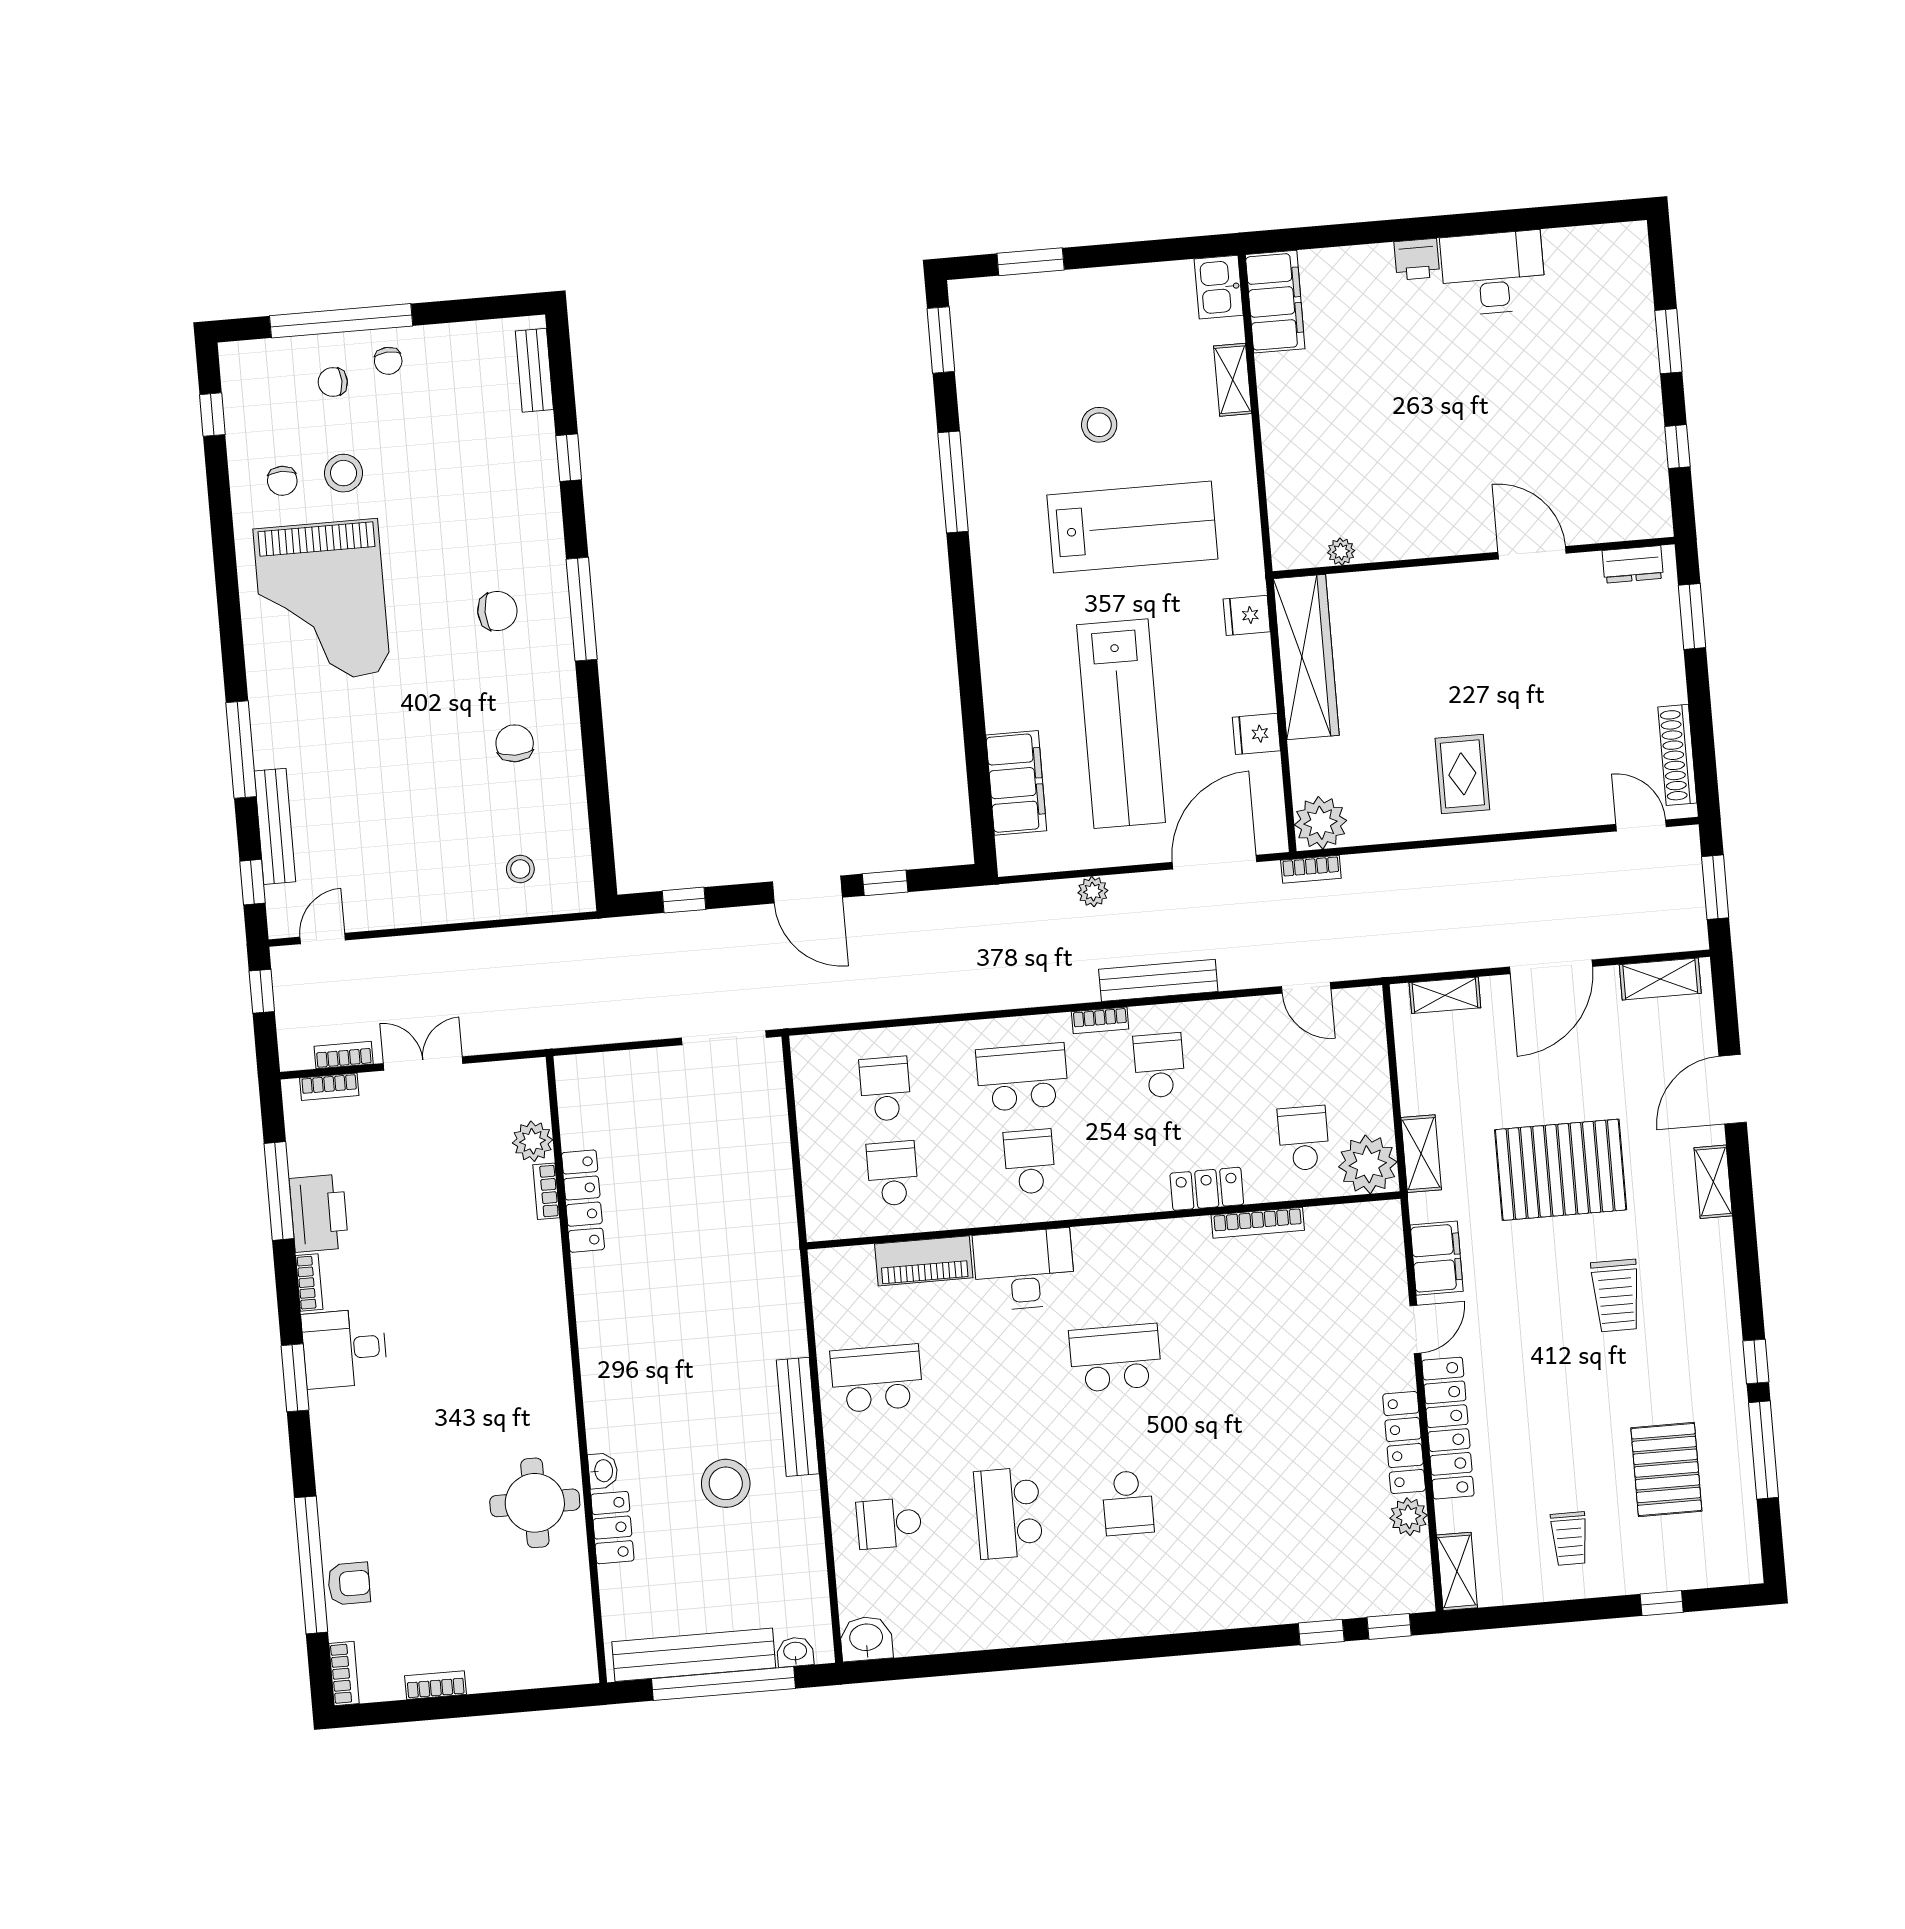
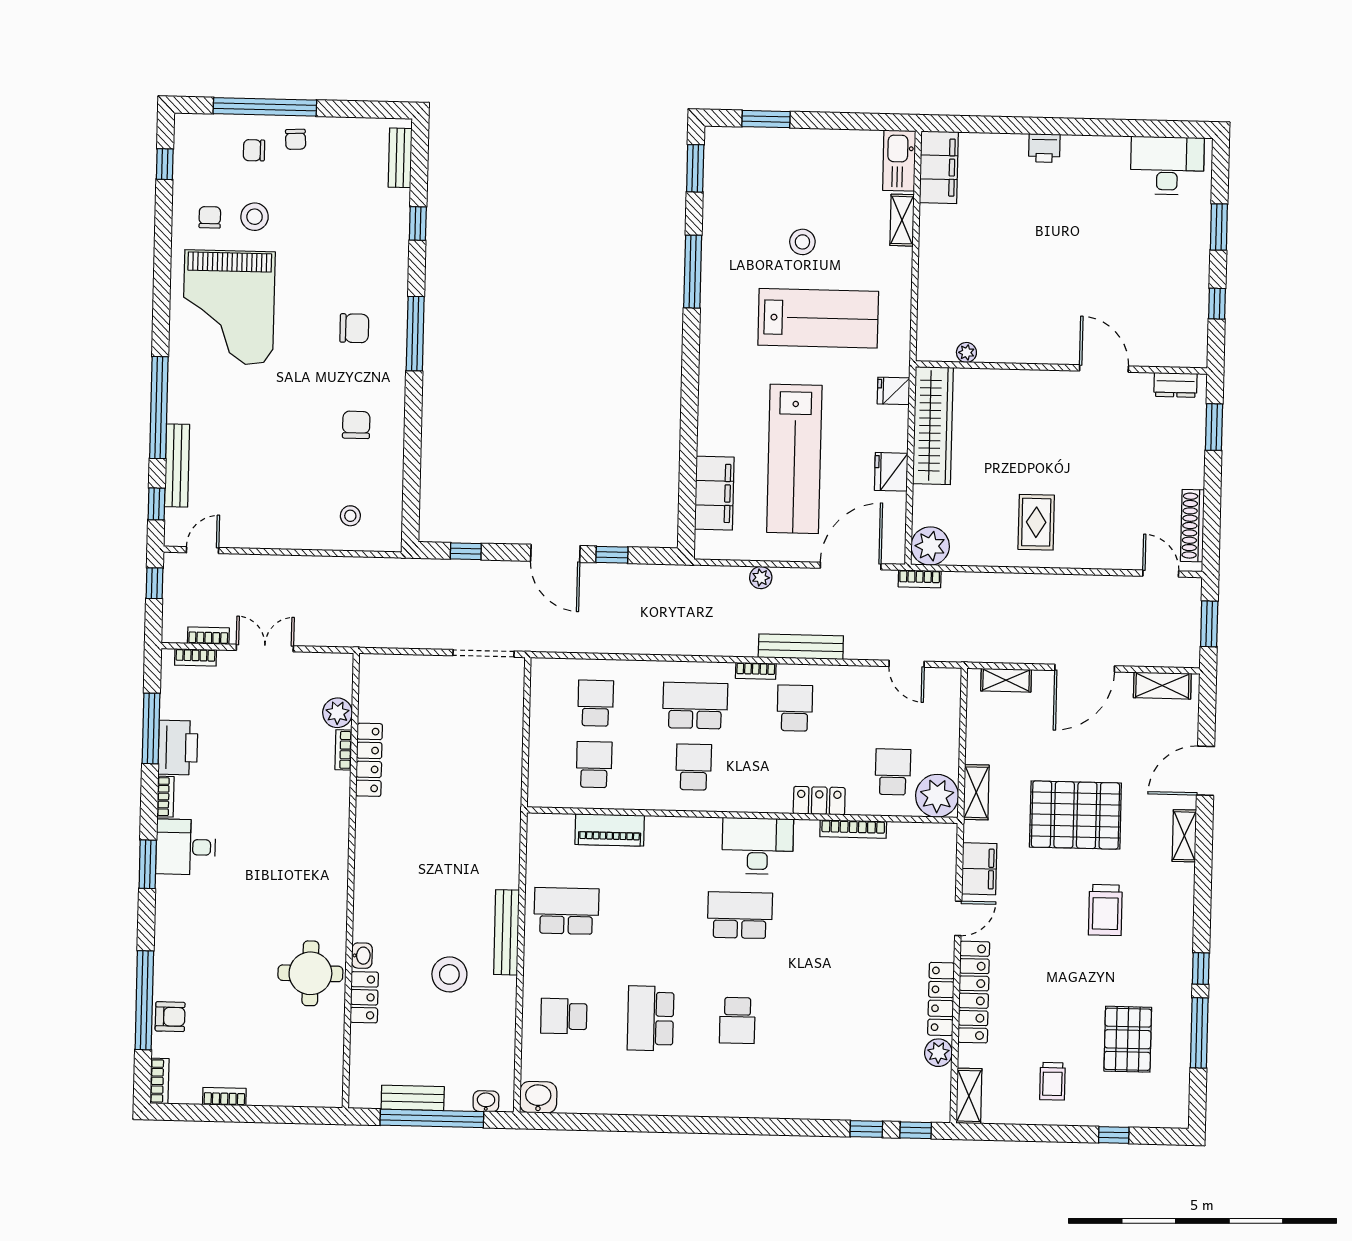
desk: (1493, 273) -> (1167, 166), moved
kitchen sink: (1219, 287) -> (899, 161), width x1.38
chair: (282, 481) -> (210, 217), turned 180
fridge: (1256, 734) -> (891, 472), width x1.38
window: (241, 750) -> (159, 408), width x1.46
desk: (1024, 1269) -> (758, 846), moved
bench: (694, 1655) -> (413, 1098), width x0.54, depth x0.82

